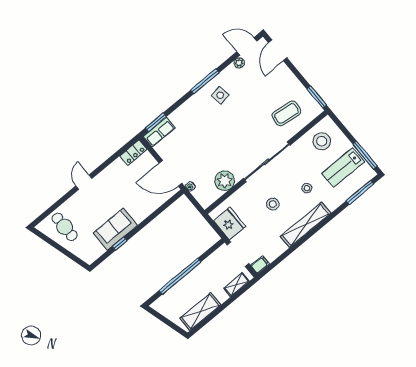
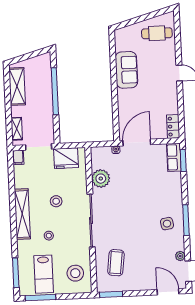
lab bench: (343, 168) -> (44, 274), turned 180
window: (120, 244) -> (113, 65), removed

